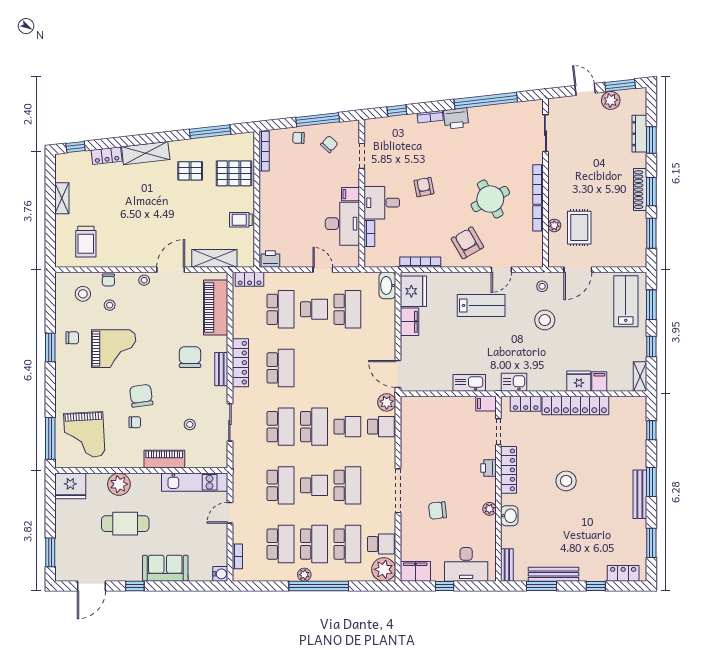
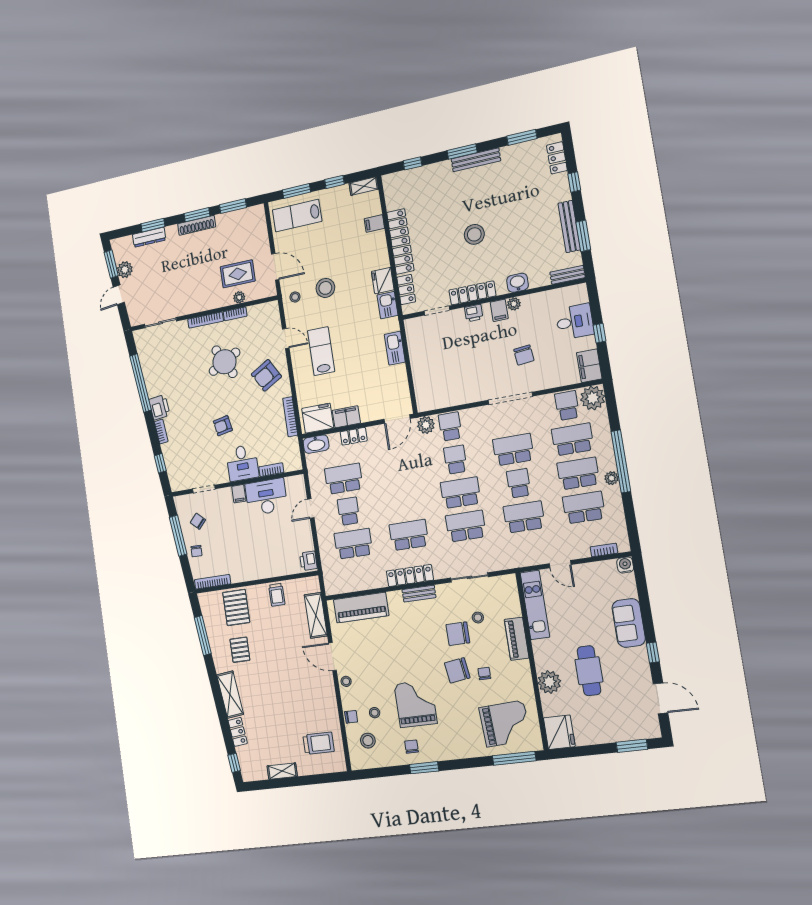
locker: (250, 279) -> (354, 436), moved, turned 90
chair: (190, 357) -> (458, 634), moved
fridge: (579, 381) -> (383, 281), moved
filing cabinet: (486, 404) -> (499, 310), moved
desk: (466, 564) -> (575, 322), width x0.73

